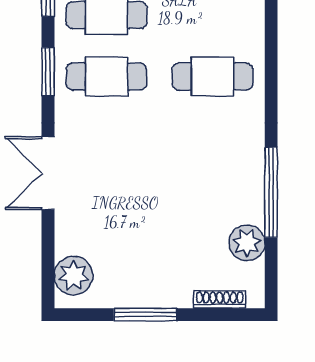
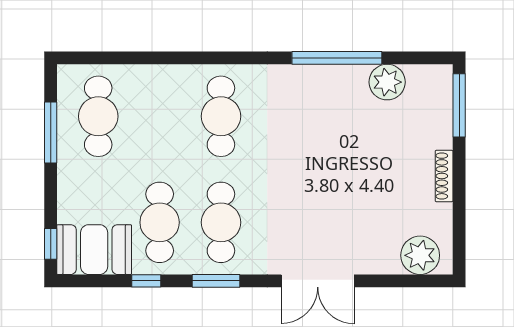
shoe rack: (220, 300) -> (444, 176), moved
window: (145, 315) -> (459, 105), moved

